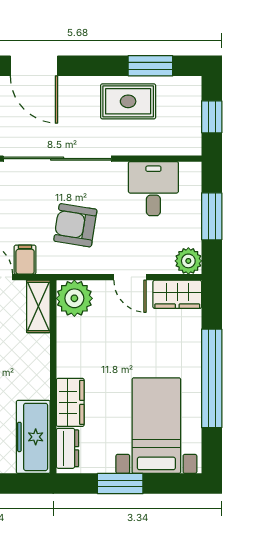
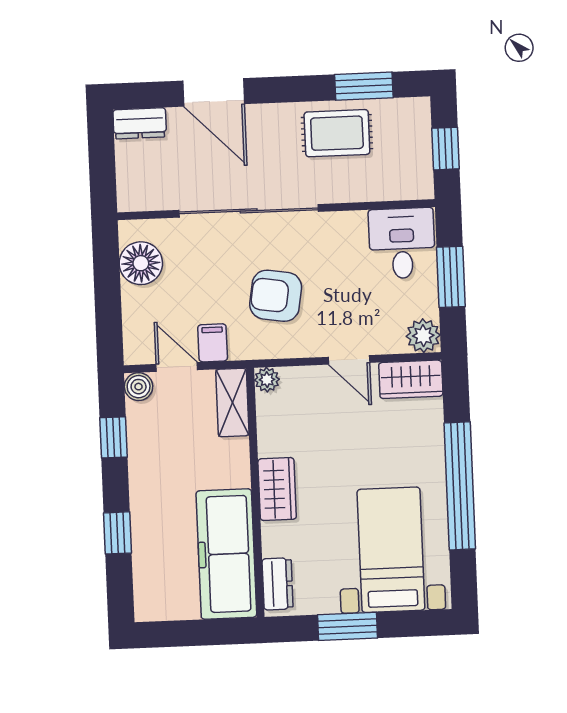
desk: (153, 189) -> (402, 243), moved
plant: (74, 298) -> (267, 380), width x0.53, depth x0.53
wardrobe: (70, 402) -> (277, 489), moved
freezer: (33, 437) -> (226, 554), width x1.36, depth x1.26

